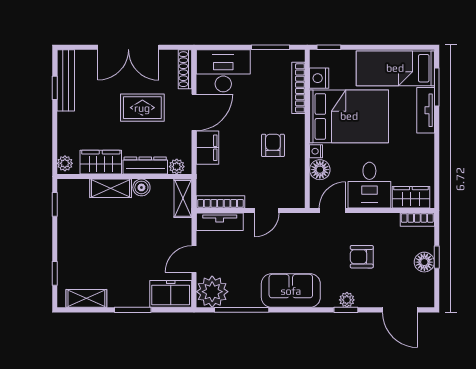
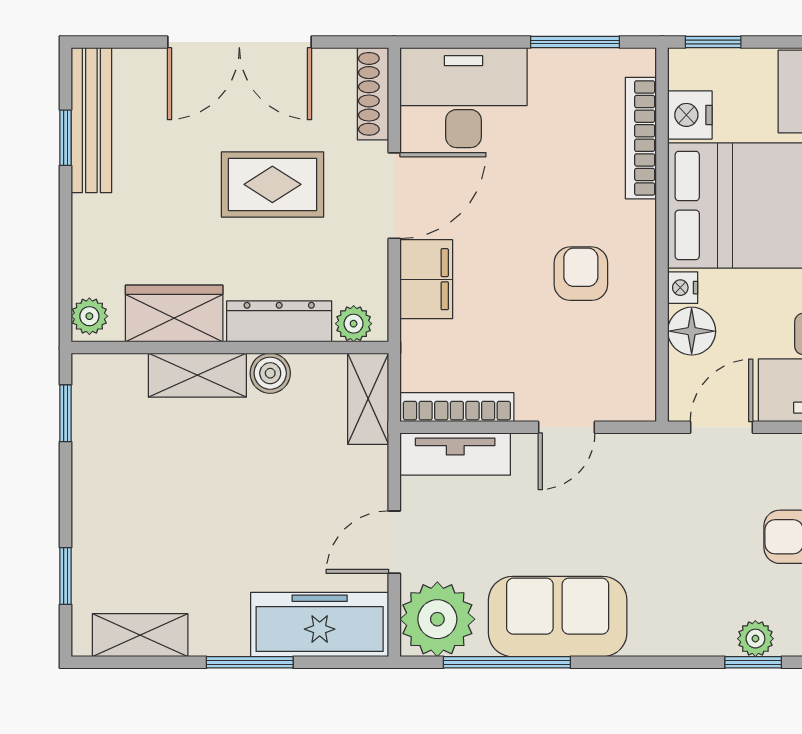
sofa: (291, 291) -> (558, 617), moved
freezer: (171, 294) -> (320, 625), width x1.40

